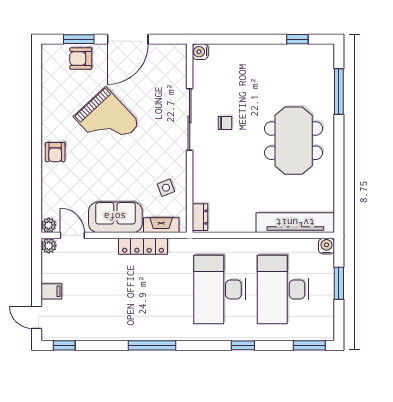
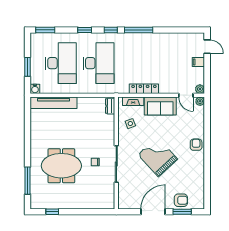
water cooler: (200, 52) -> (110, 204), removed
grand piano: (107, 120) -> (158, 157), moved
meeting table: (294, 141) -> (61, 166), moved, turned 90
window: (64, 345) -> (111, 30), moved

